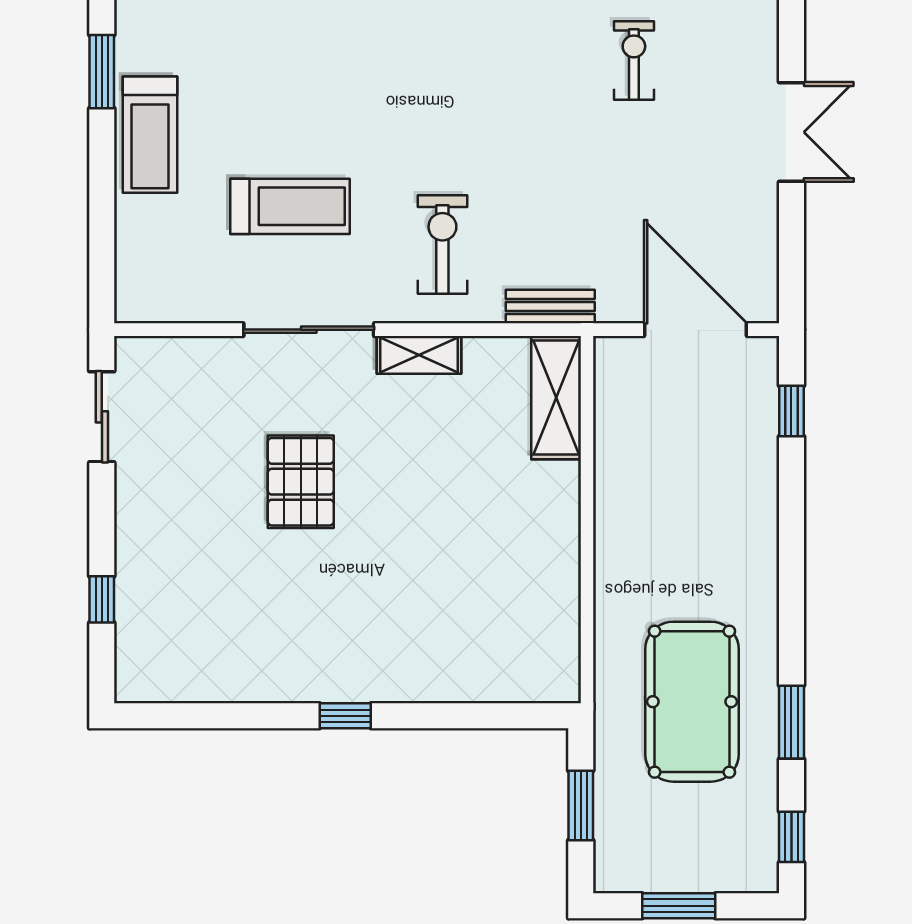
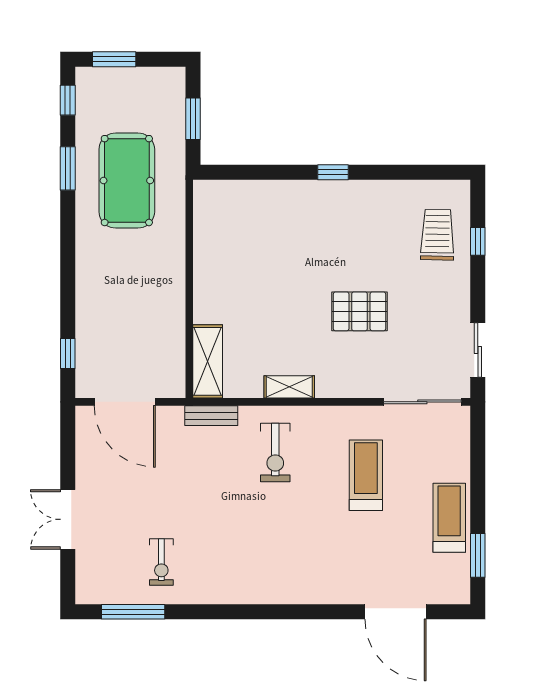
treadmill: (290, 206) -> (366, 475), turned 90
sliding door: (309, 330) -> (422, 402), moved
pallet: (301, 482) -> (359, 311), turned 90
trolley: (170, 611) -> (437, 235), added
window: (679, 906) -> (114, 59), moved

